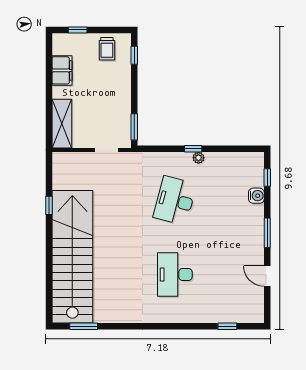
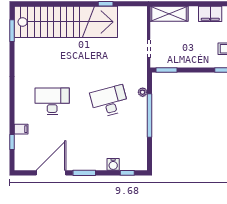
window: (193, 149) -> (150, 116), width x3.17
plant: (198, 158) -> (143, 92), moved
desk: (175, 201) -> (109, 101), turned -30
door: (267, 276) -> (51, 173), width x1.87
filing cabinet: (211, 315) -> (21, 129), added

